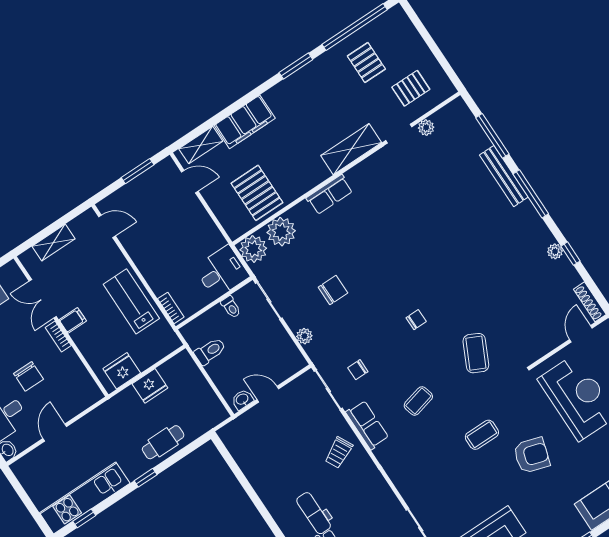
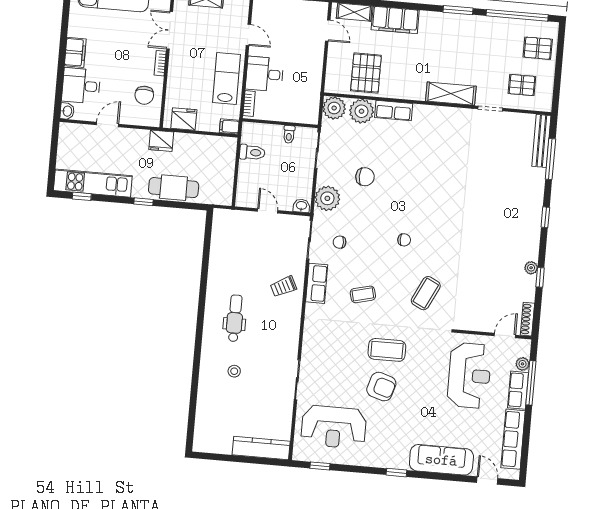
pallet: (366, 63) -> (538, 48), moved, turned 90
plant: (426, 128) -> (511, 119), removed
bench: (504, 176) -> (541, 141), moved
row of seats: (330, 194) -> (394, 110), moved
window: (531, 194) -> (545, 217), width x0.46
door: (107, 226) -> (248, 35), moved
desk: (222, 272) -> (265, 74), moved, turned 180
filing cabinet: (73, 320) -> (229, 126), moved, turned 180
plant: (304, 336) -> (327, 198), width x1.88, depth x1.88
chair: (29, 376) -> (144, 95), moved
fridge: (150, 386) -> (161, 141), moved
washbasin: (242, 399) -> (301, 206), moved
coffee table: (482, 435) -> (387, 350), width x1.36, depth x1.30
cafe table: (163, 442) -> (174, 188), width x1.37, depth x1.35
armchair: (532, 455) -> (381, 387), moved

